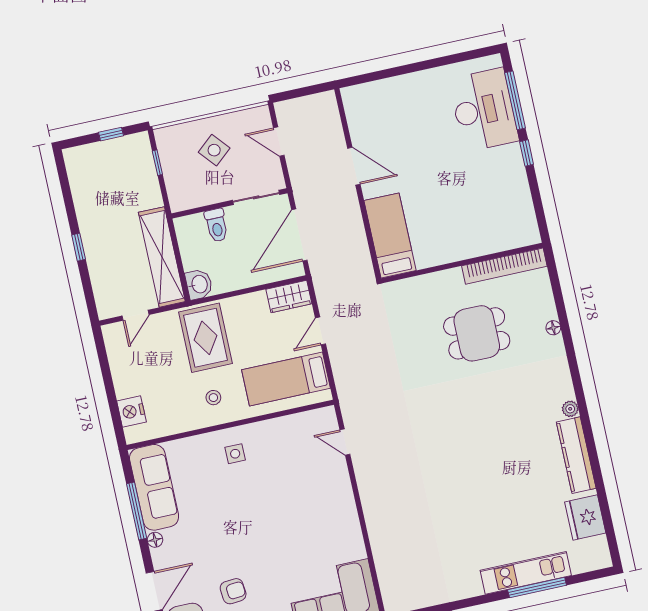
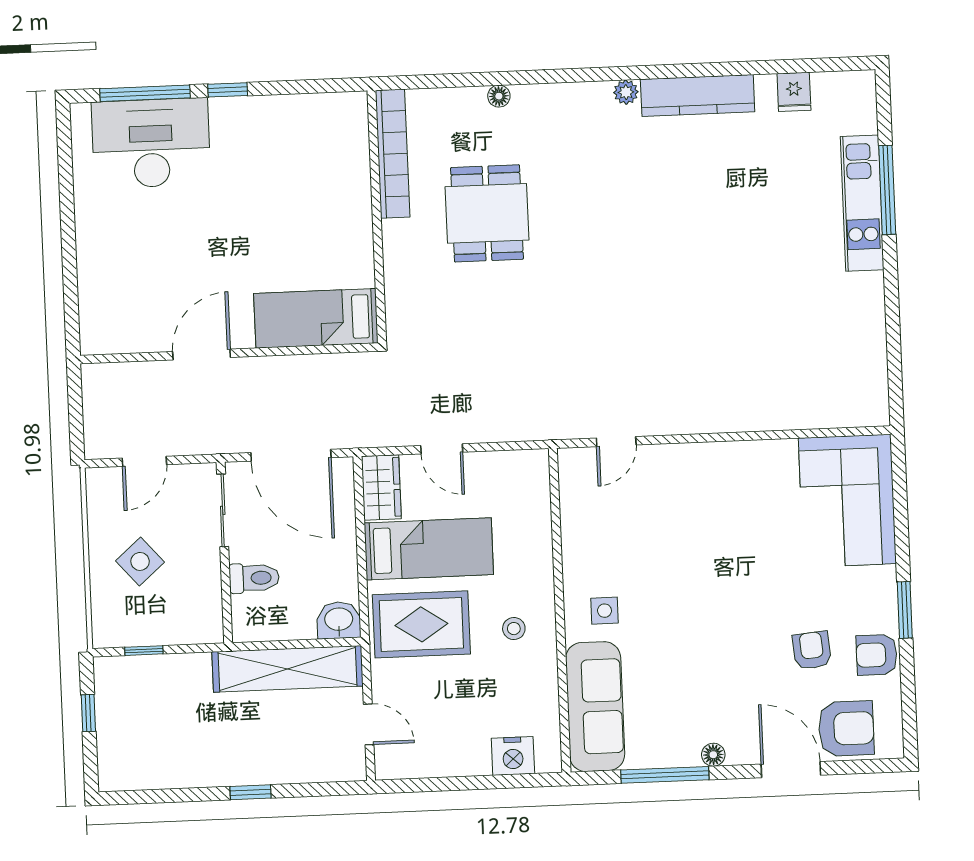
bed: (286, 379) -> (429, 549), moved, turned -90
sofa: (154, 487) -> (595, 707), moved, turned 90
fridge: (585, 517) -> (794, 92), width x0.53, depth x0.75

